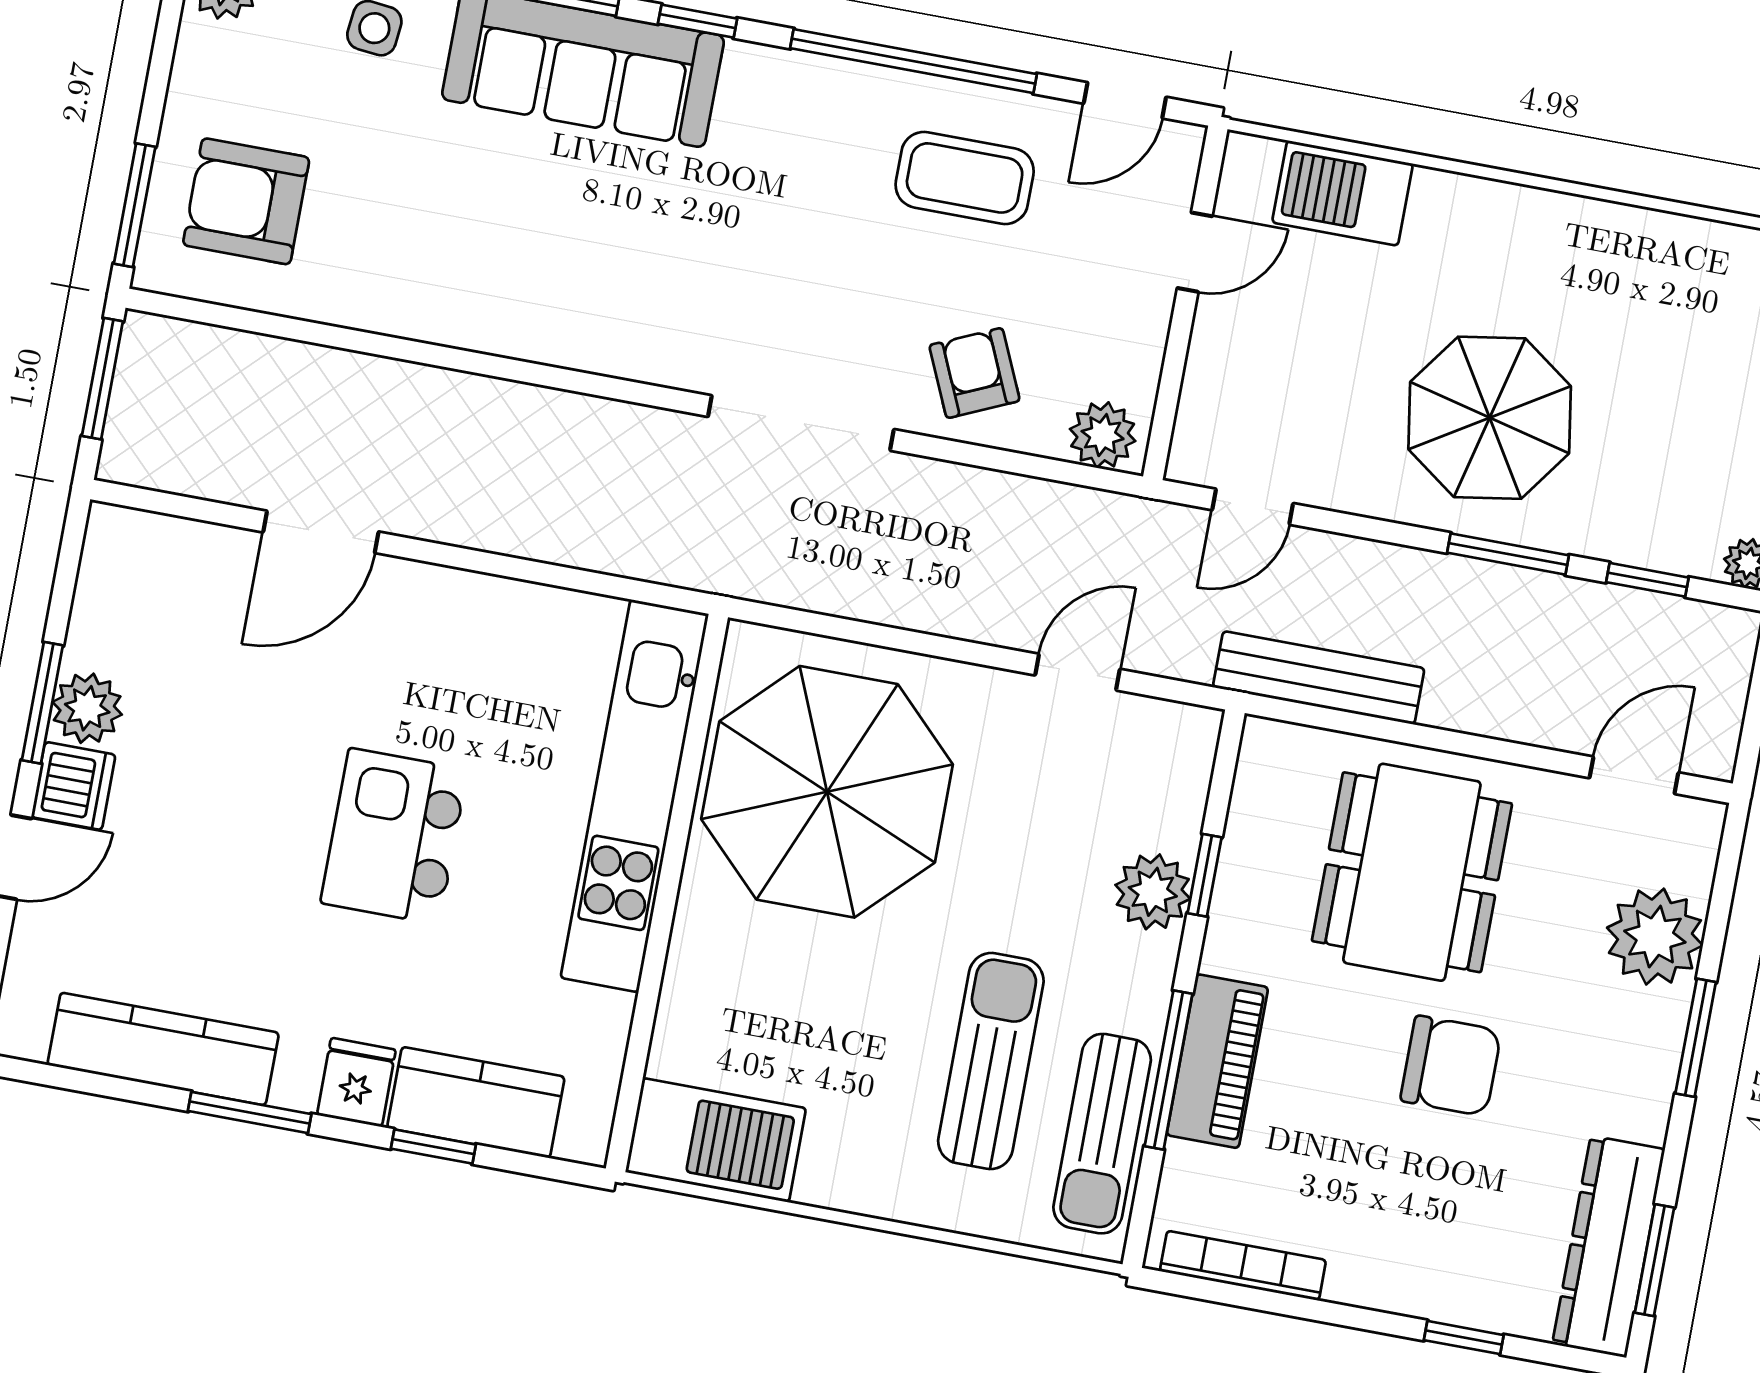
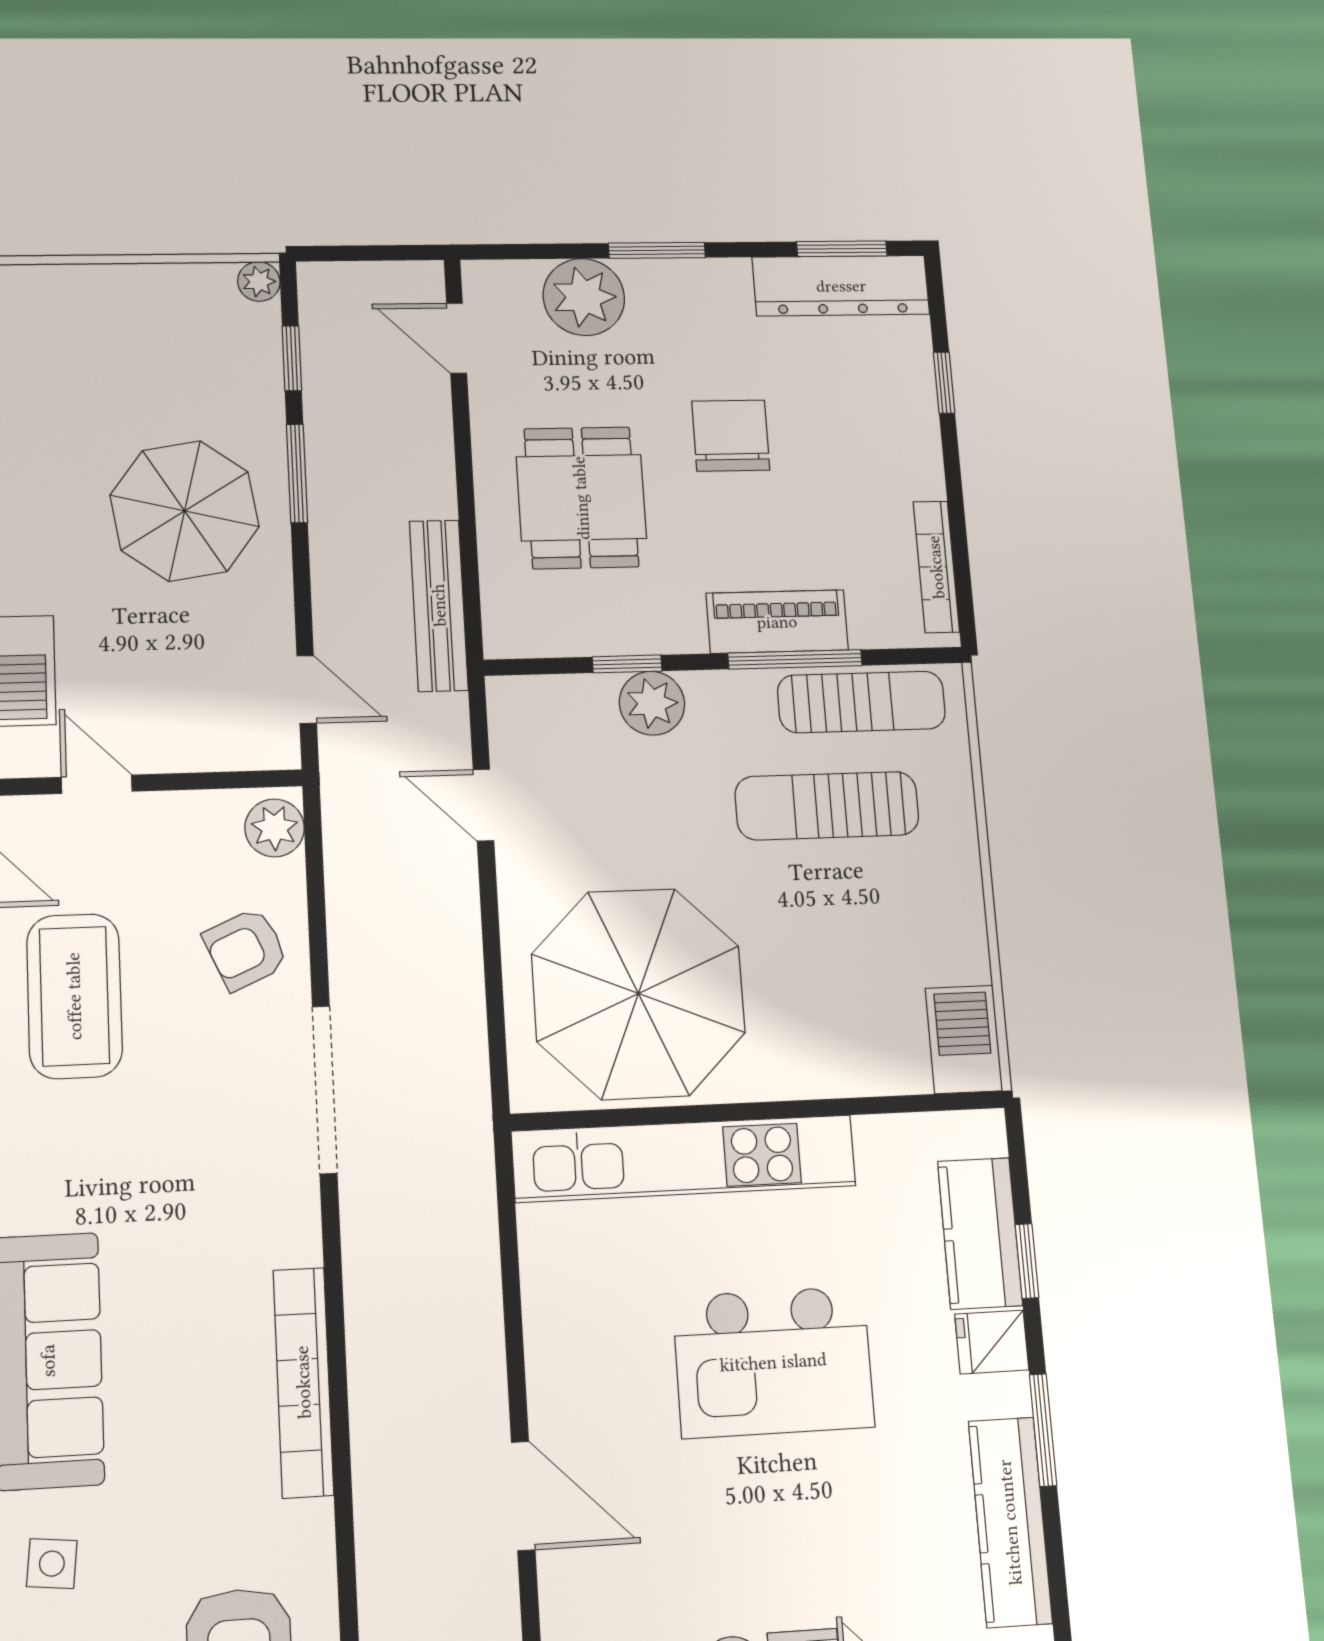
coffee table: (965, 178) -> (74, 996), width x1.36, depth x1.32
bookcase: (496, 328) -> (303, 1382), added
kitchen island: (394, 836) -> (773, 1362), width x1.37, depth x1.28
dining table: (1412, 872) -> (581, 498), width x0.73
barbecue: (716, 1140) -> (964, 1039), width x0.73, depth x0.83

